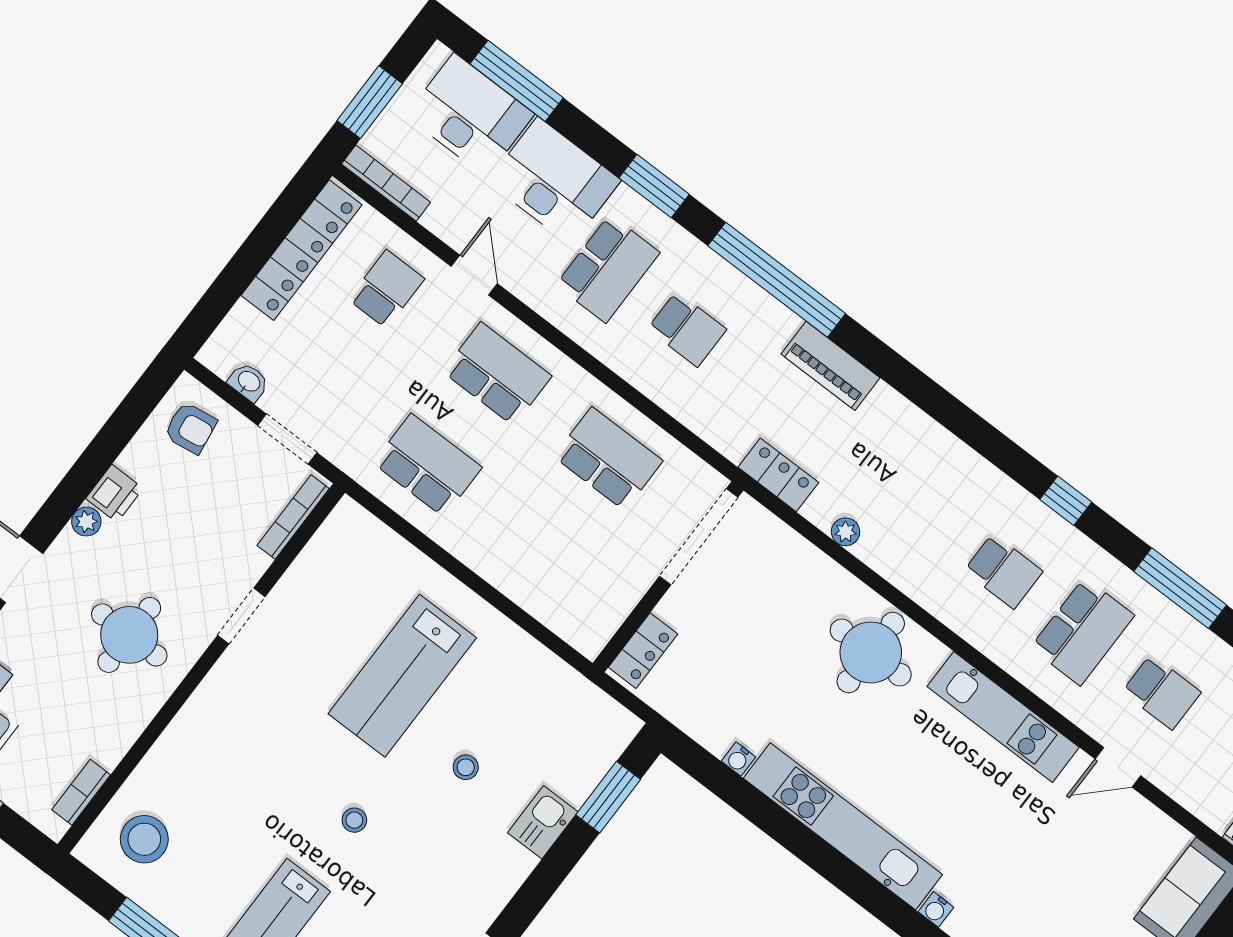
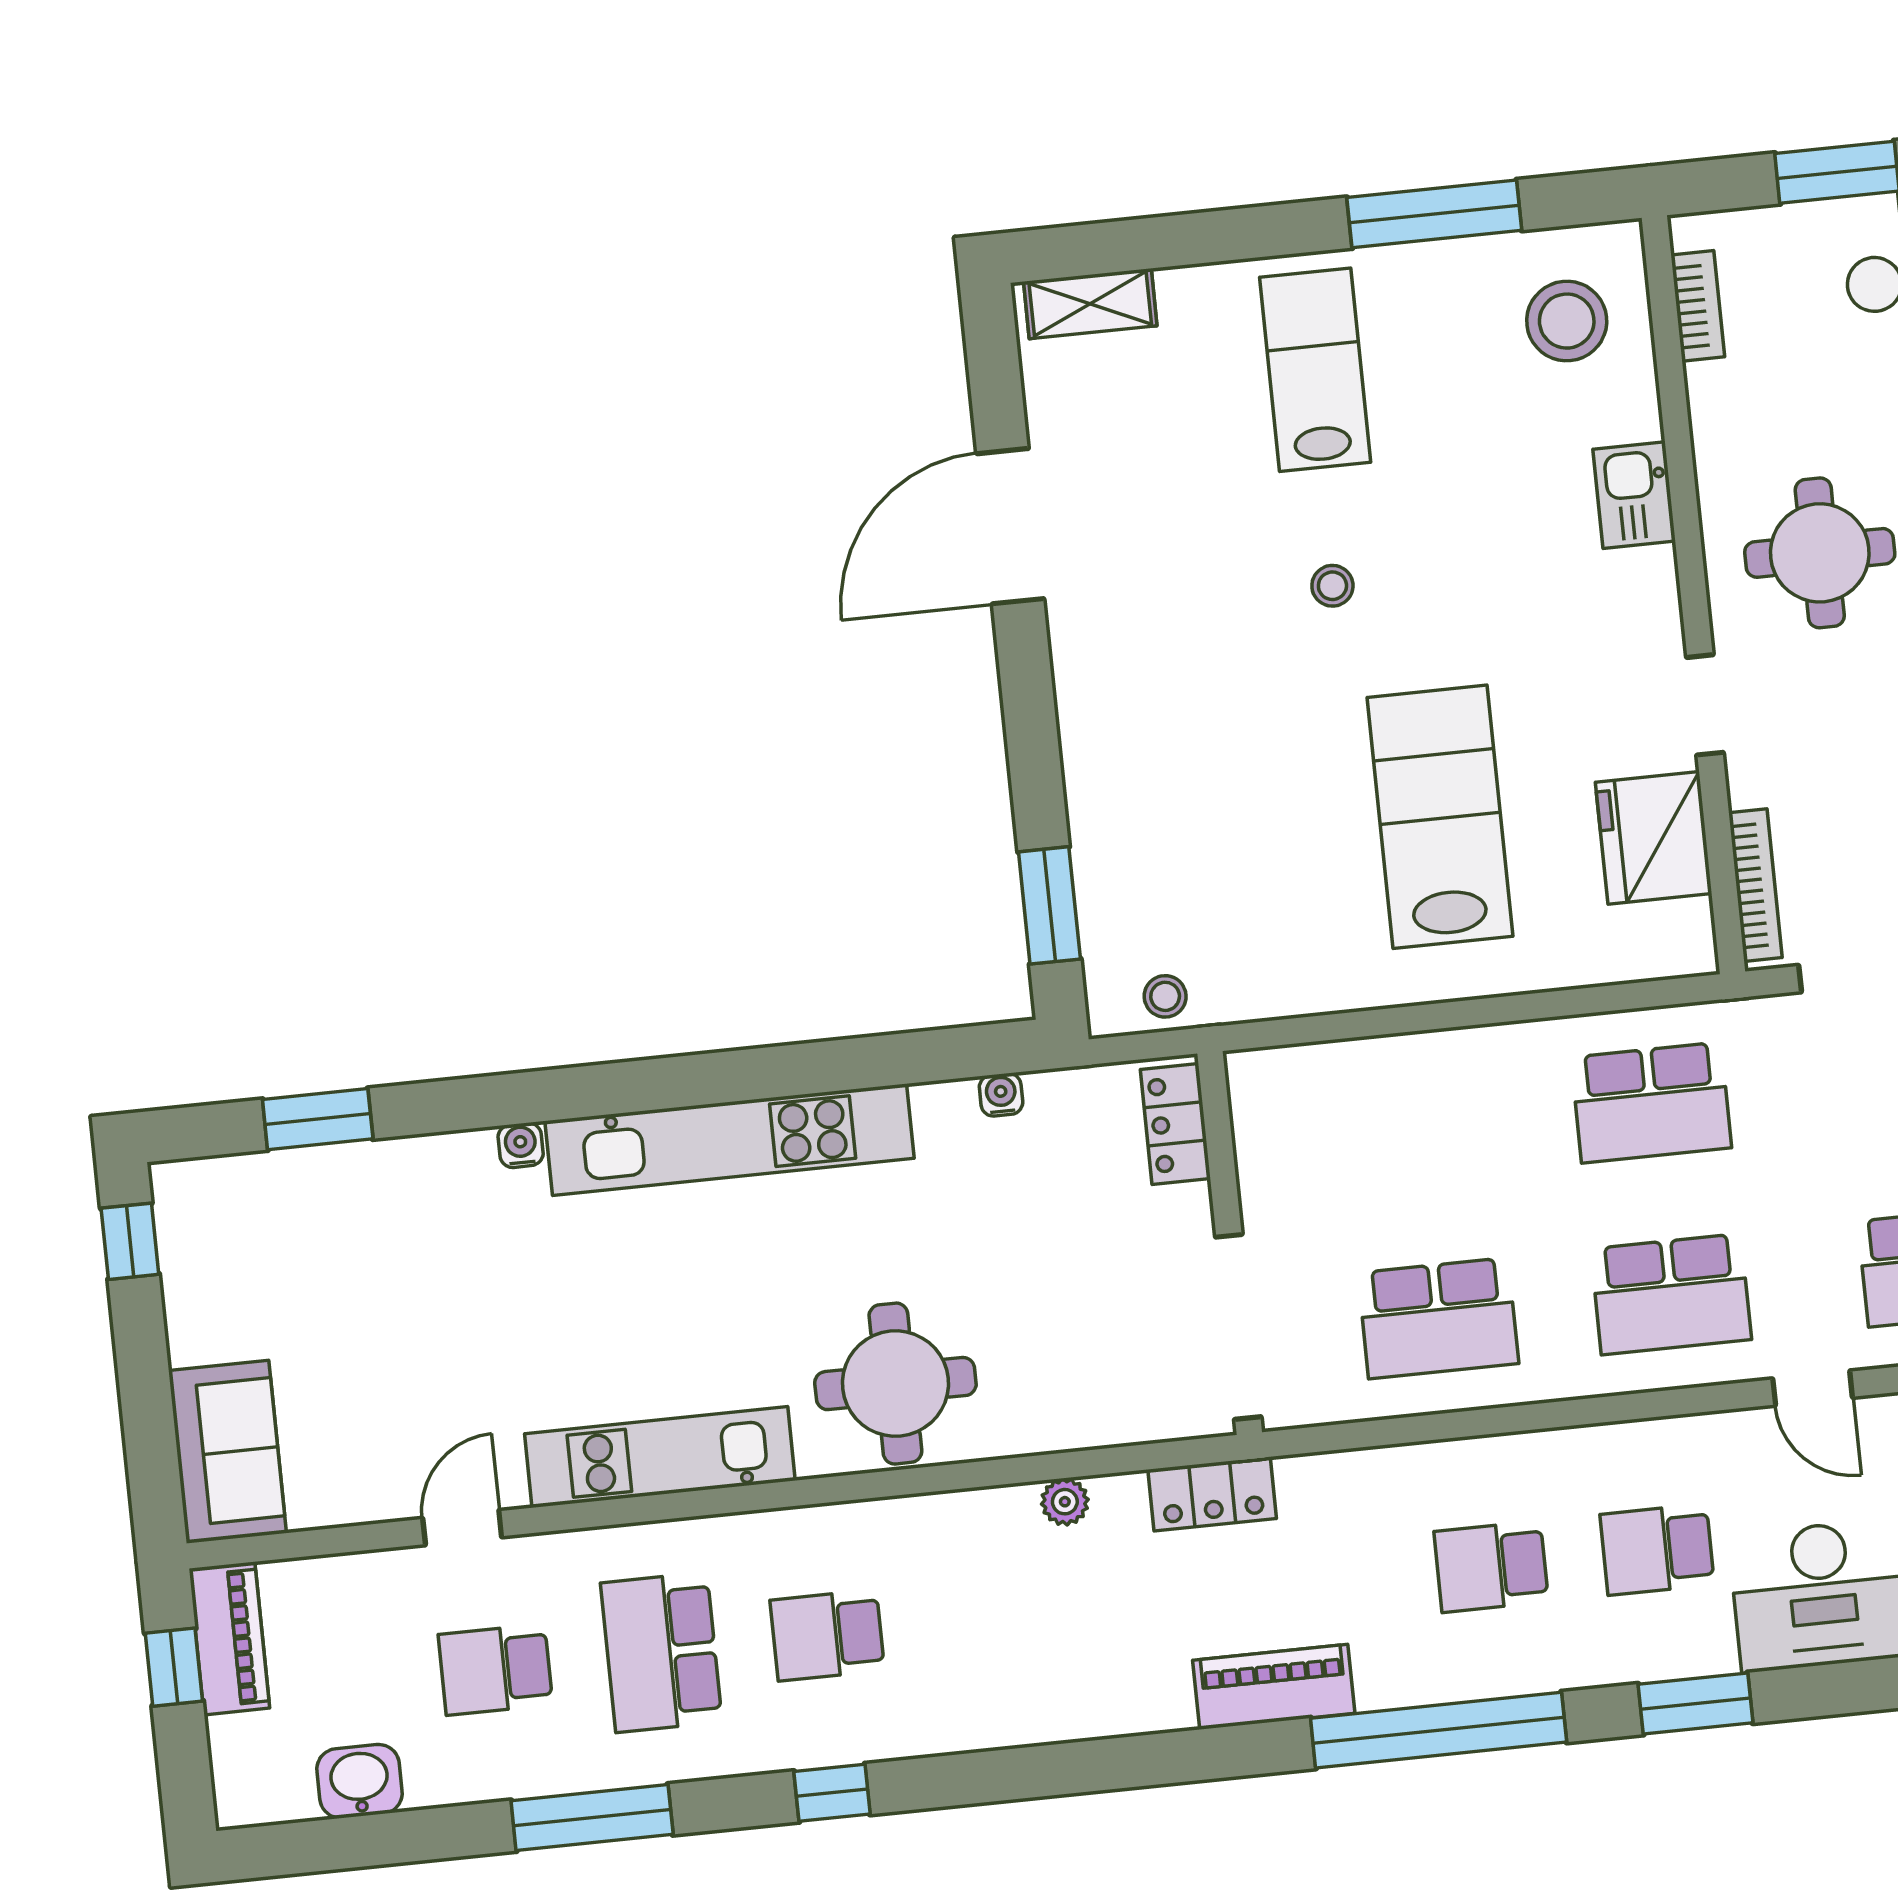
school desk: (608, 269) -> (1657, 1549), width x0.54
fridge: (318, 579) -> (1654, 838), added
water cooler: (738, 759) -> (1001, 1095), moved
stool: (466, 767) -> (1165, 996), moved
kitchen sink: (543, 822) -> (1634, 495), moved, turned 180

